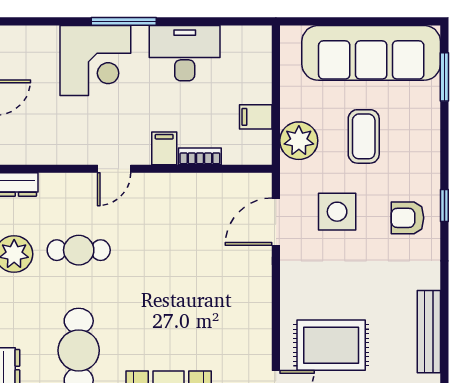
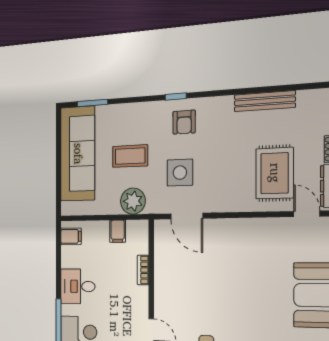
desk: (185, 53) -> (78, 286), width x0.73
filing cabinet: (164, 148) -> (71, 236), moved, turned 180

